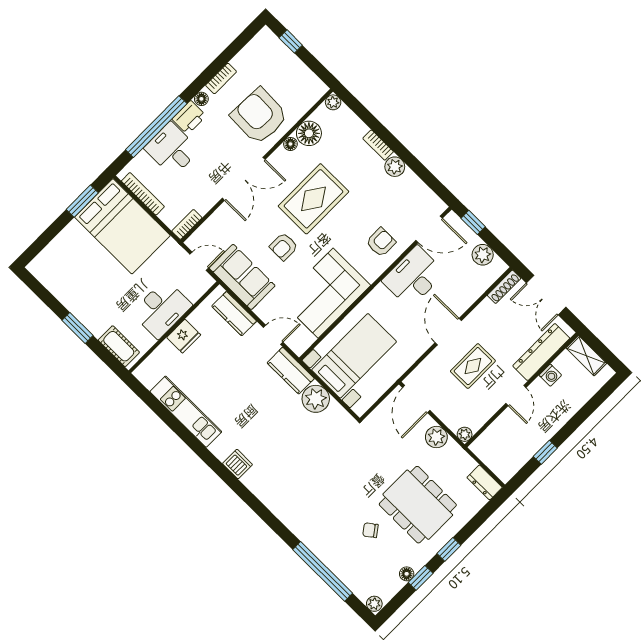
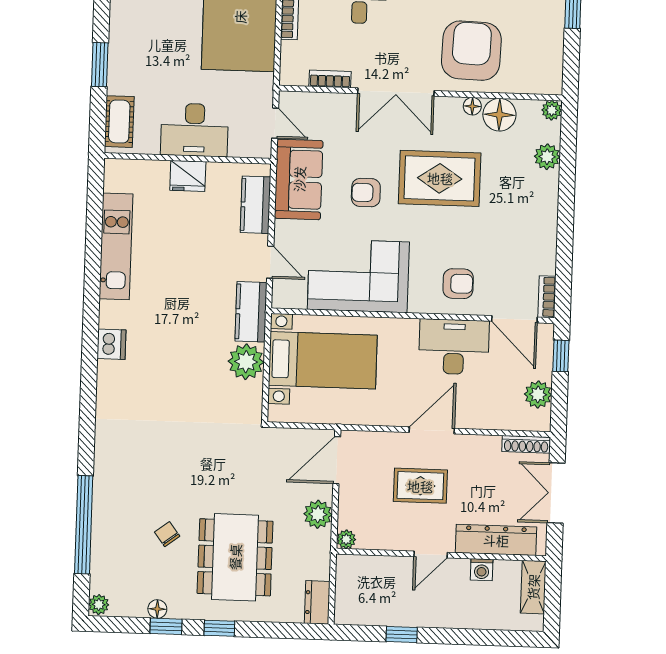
bookcase: (378, 145) -> (547, 297), moved
plant: (395, 167) -> (547, 157), moved
bookcase: (187, 224) -> (330, 79), moved

